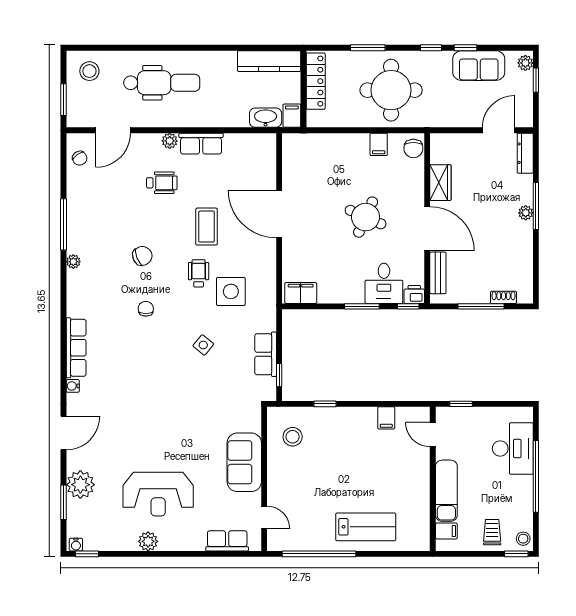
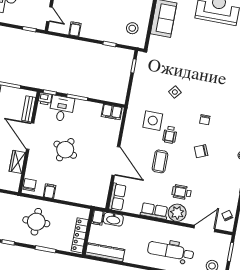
round table: (391, 90) -> (36, 222), width x0.73, depth x0.73
plant: (170, 141) -> (177, 213), width x1.87, depth x1.87
row of seats: (266, 354) -> (117, 197), moved

